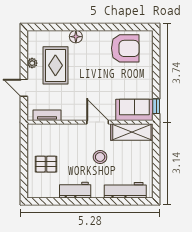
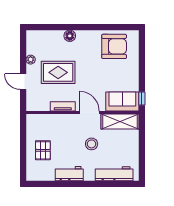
rug: (55, 65) -> (58, 72), moved, turned 90
tv unit: (47, 115) -> (63, 106), moved
pallet: (46, 164) -> (43, 150), turned 90

